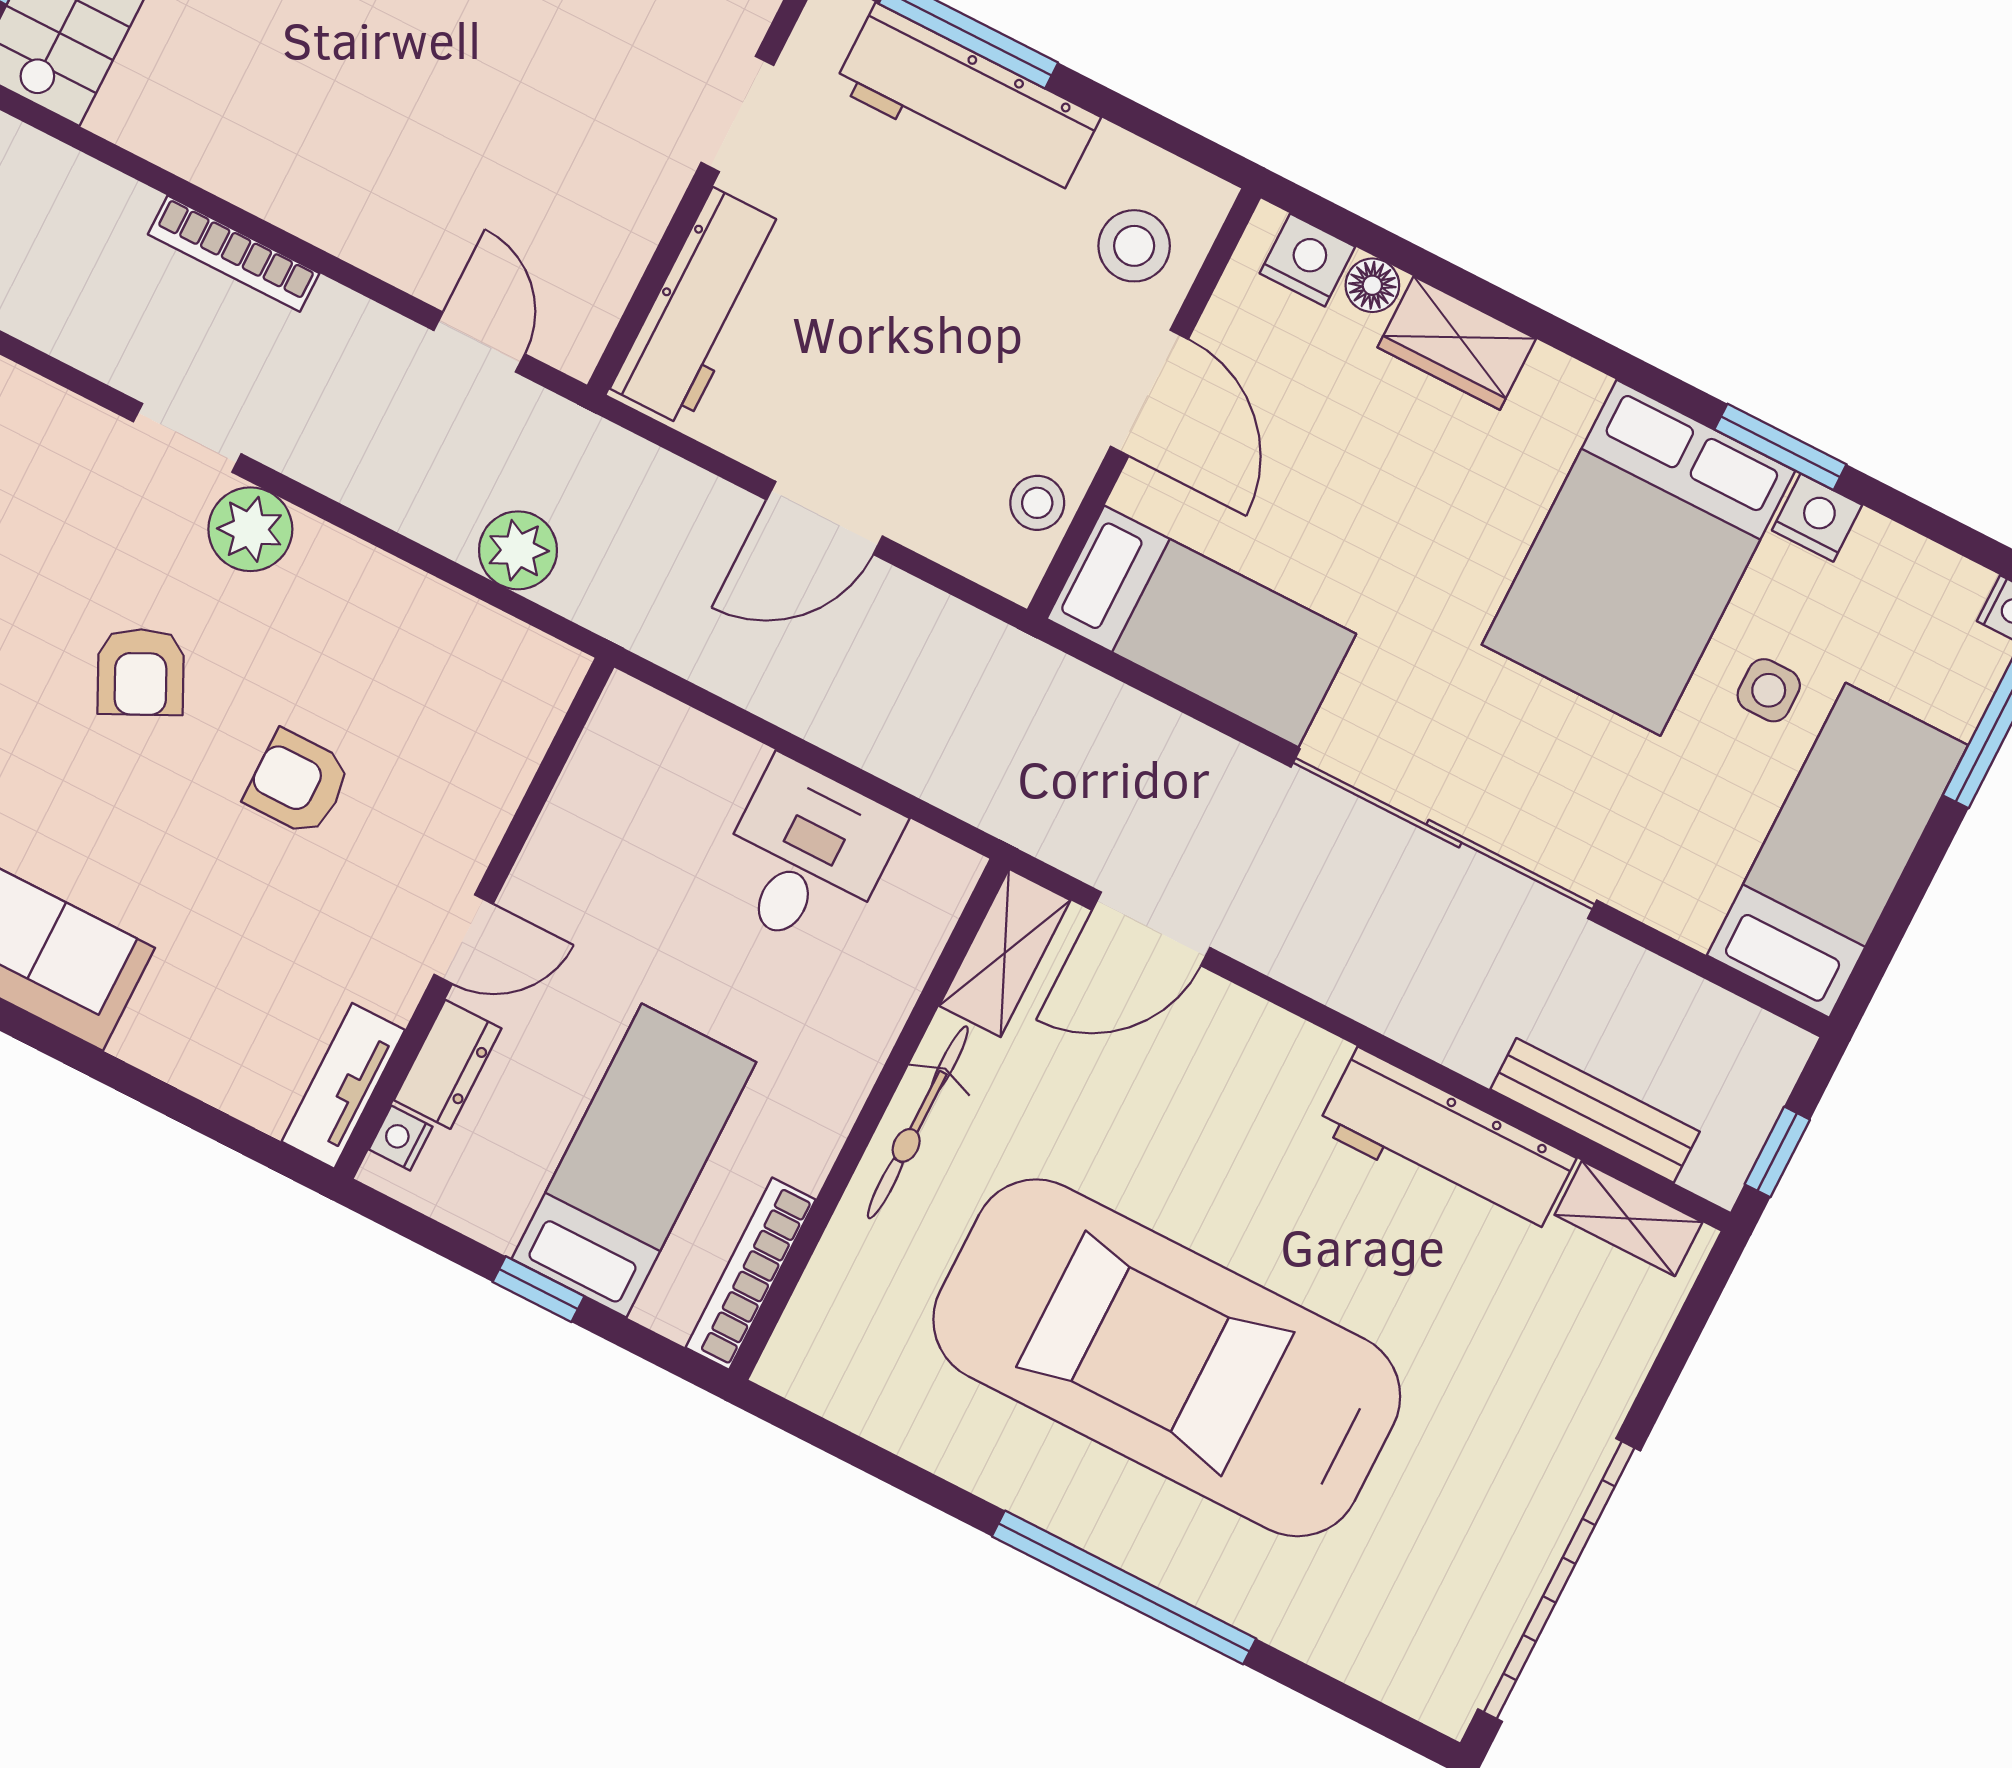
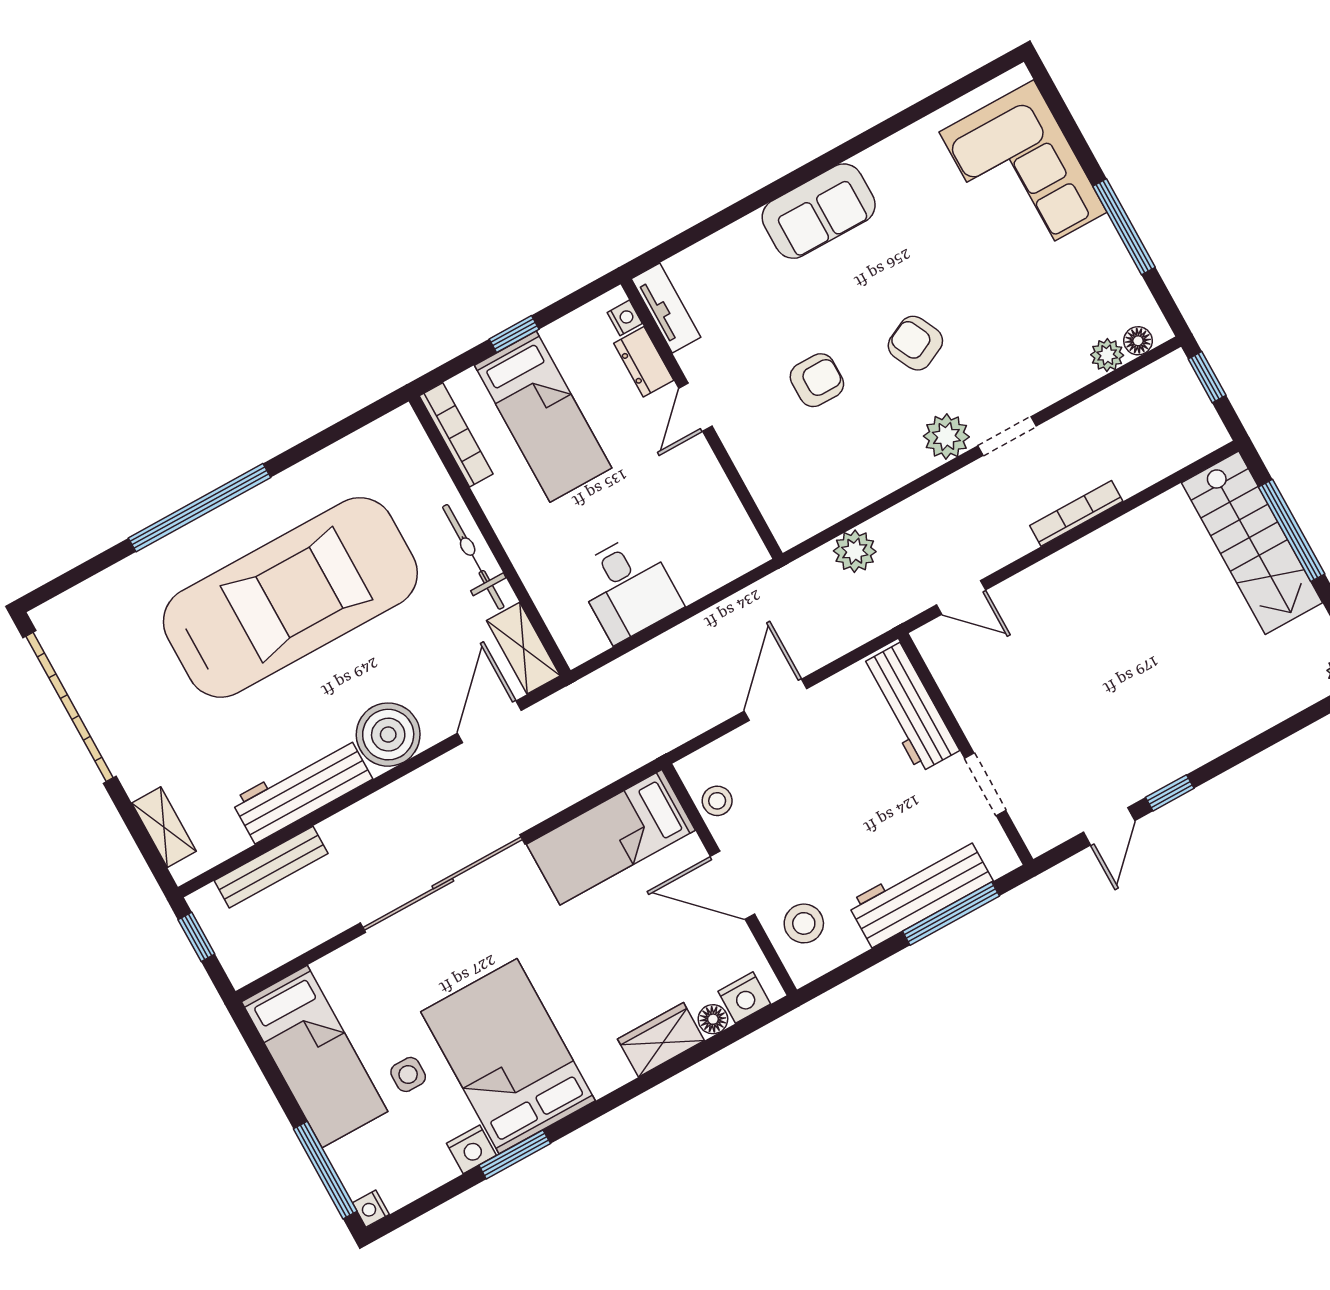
boiler: (1274, 1069) -> (388, 735), added
shelving: (1628, 1218) -> (164, 827), moved, turned 90

